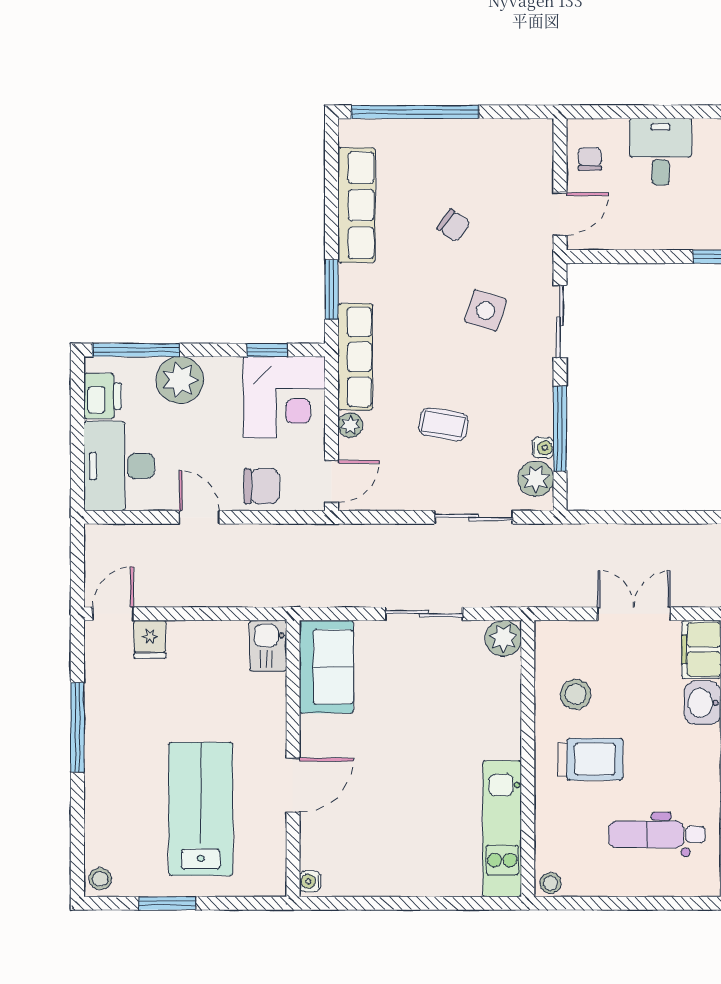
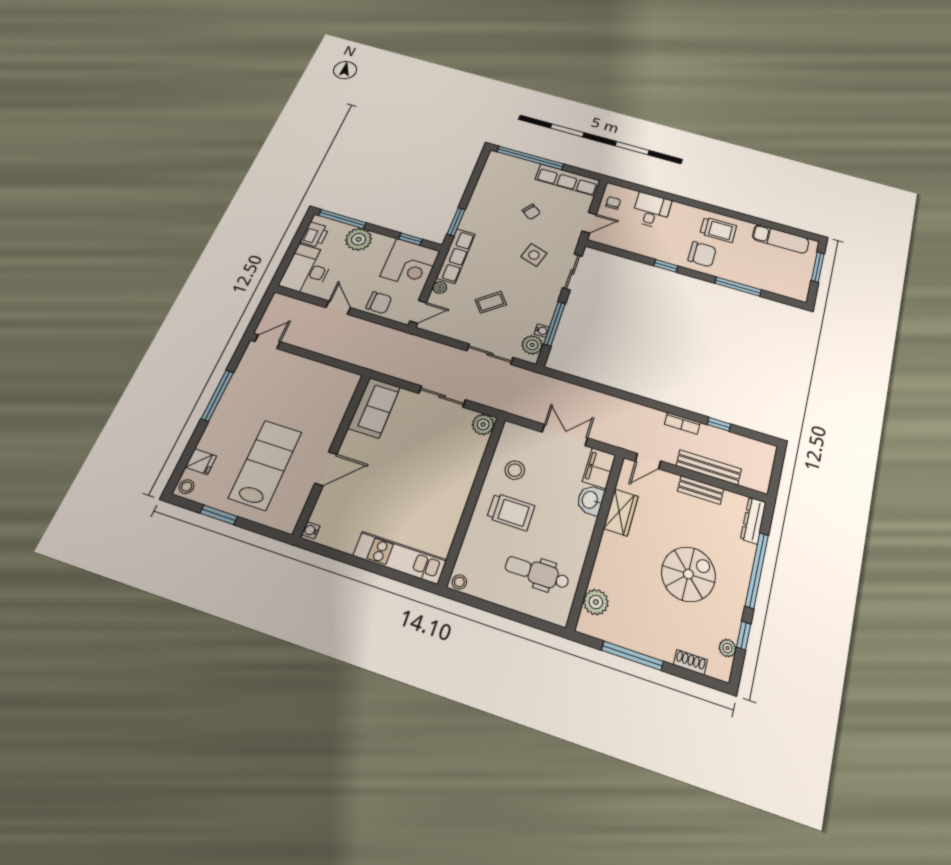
row of seats: (357, 205) -> (568, 180), moved, turned 90
coffee table: (444, 424) -> (491, 302), turned -48
fridge: (150, 639) -> (201, 462), moved, turned -90
kitchen sink: (268, 646) -> (346, 386), removed
kitchen unit: (502, 829) -> (400, 558), moved, turned 90

